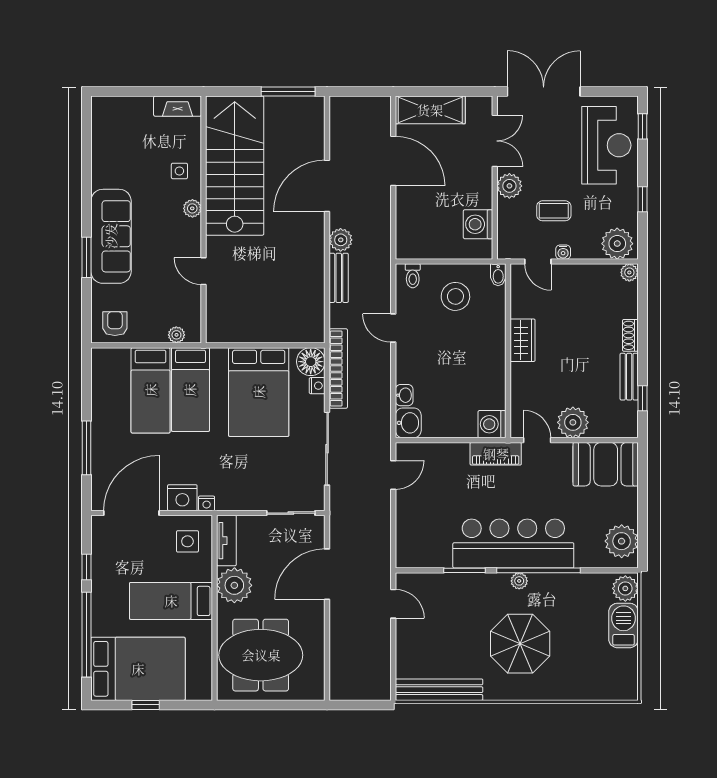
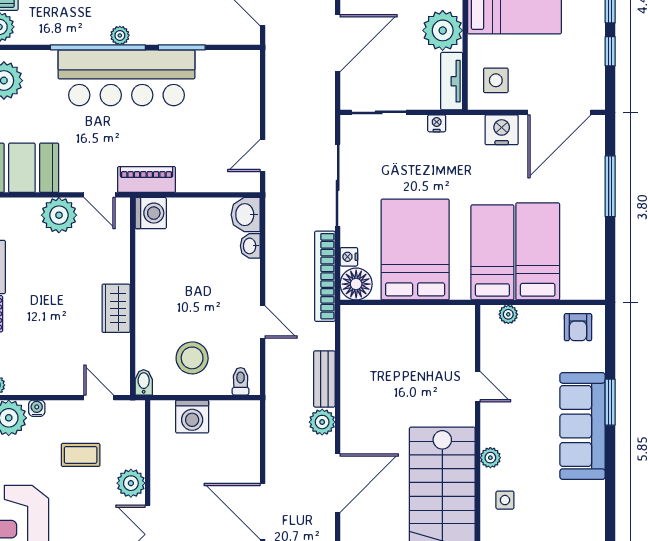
washing machine: (478, 224) -> (192, 416), moved, turned 90
water cooler: (563, 252) -> (37, 408), moved
nightstand: (207, 503) -> (437, 123), moved

